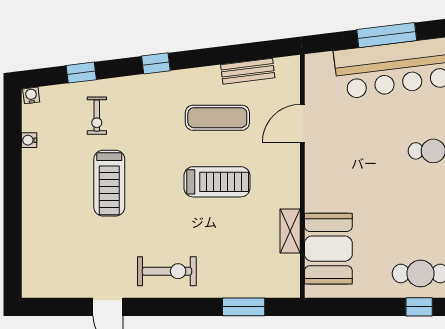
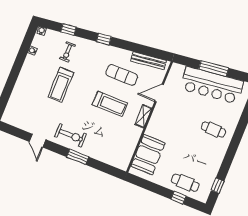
bench: (248, 71) -> (148, 61), width x1.36
shelving: (290, 231) -> (143, 116), moved
window: (244, 307) -> (78, 157), moved

